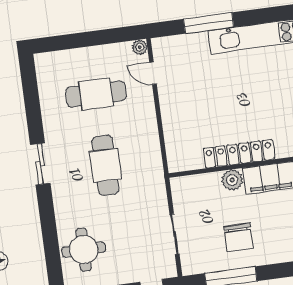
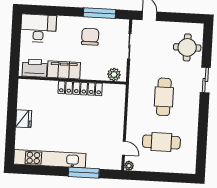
sliding door: (40, 164) -> (205, 80), moved
plant: (232, 180) -> (114, 74), moved

